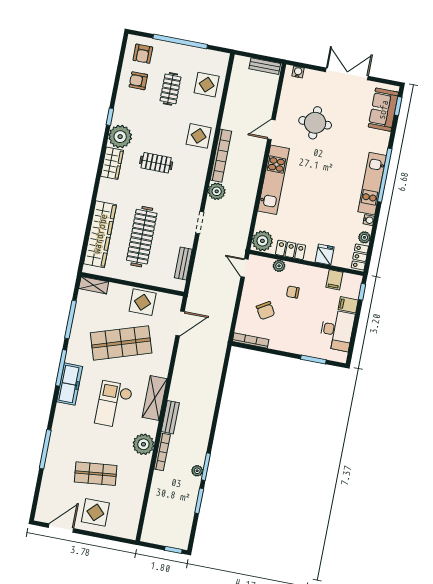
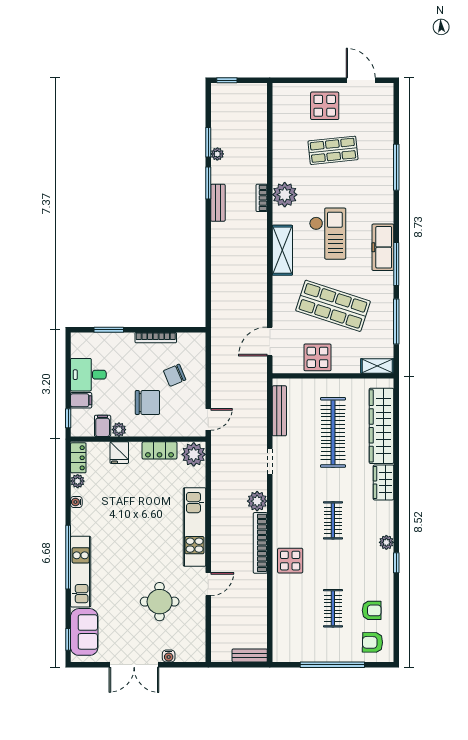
armchair: (143, 54) -> (373, 642), turned -89
bench: (265, 66) -> (250, 655), moved
water cooler: (298, 72) -> (169, 656), moved
display table: (207, 85) -> (293, 621), removed
plant: (120, 137) -> (386, 542), width x0.53, depth x0.53
wardrobe: (112, 163) -> (383, 482), moved
clothes rail: (156, 163) -> (333, 520), turned 90
kitchen unit: (372, 184) -> (81, 572), moved
bench: (183, 264) -> (279, 411), width x1.36
plant: (279, 266) -> (119, 430), moved
door: (244, 268) -> (208, 419), hinge flipped
chair: (293, 292) -> (147, 402), width x1.87, depth x1.87
chair: (265, 311) -> (175, 375), turned -82
desk: (337, 330) -> (88, 375), width x0.73
bookcase: (251, 340) -> (156, 338), moved
shop shelf: (121, 343) -> (333, 306), turned 36
bench: (170, 417) -> (218, 203), moved
bookcase: (162, 452) -> (262, 198), width x0.64
plant: (197, 471) -> (217, 154), moved
door: (61, 528) -> (361, 80), swing flipped

